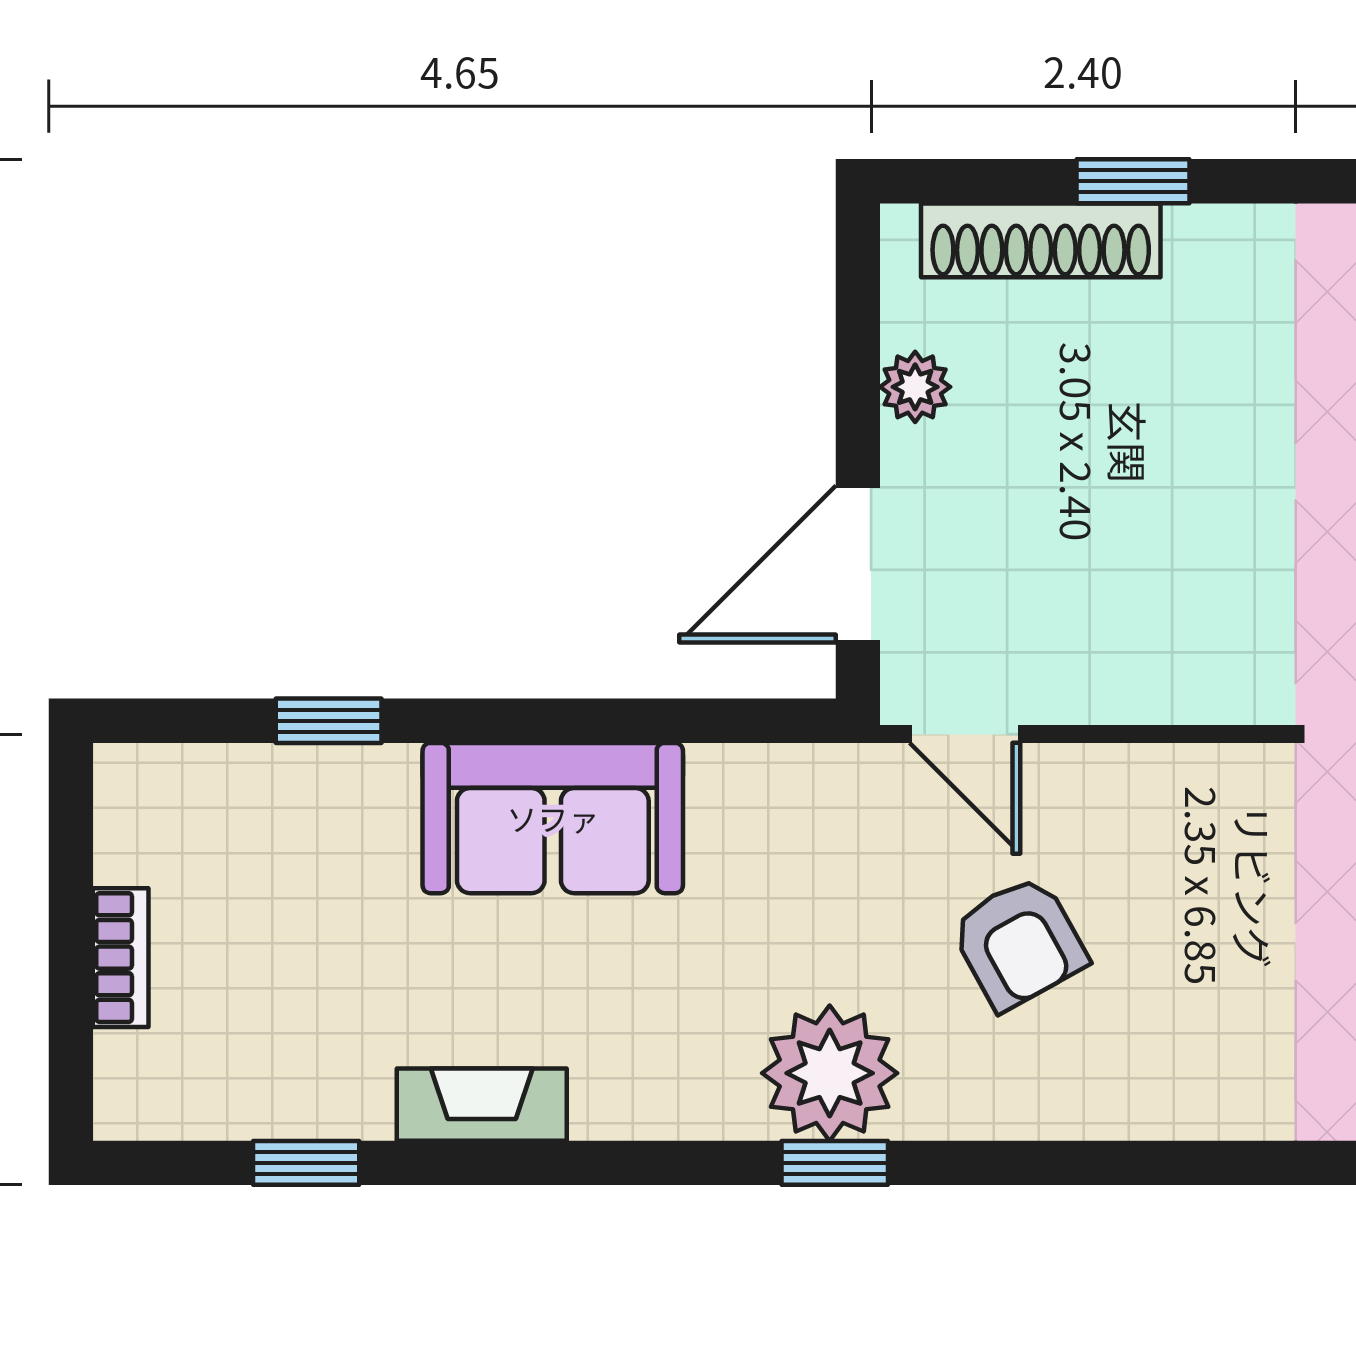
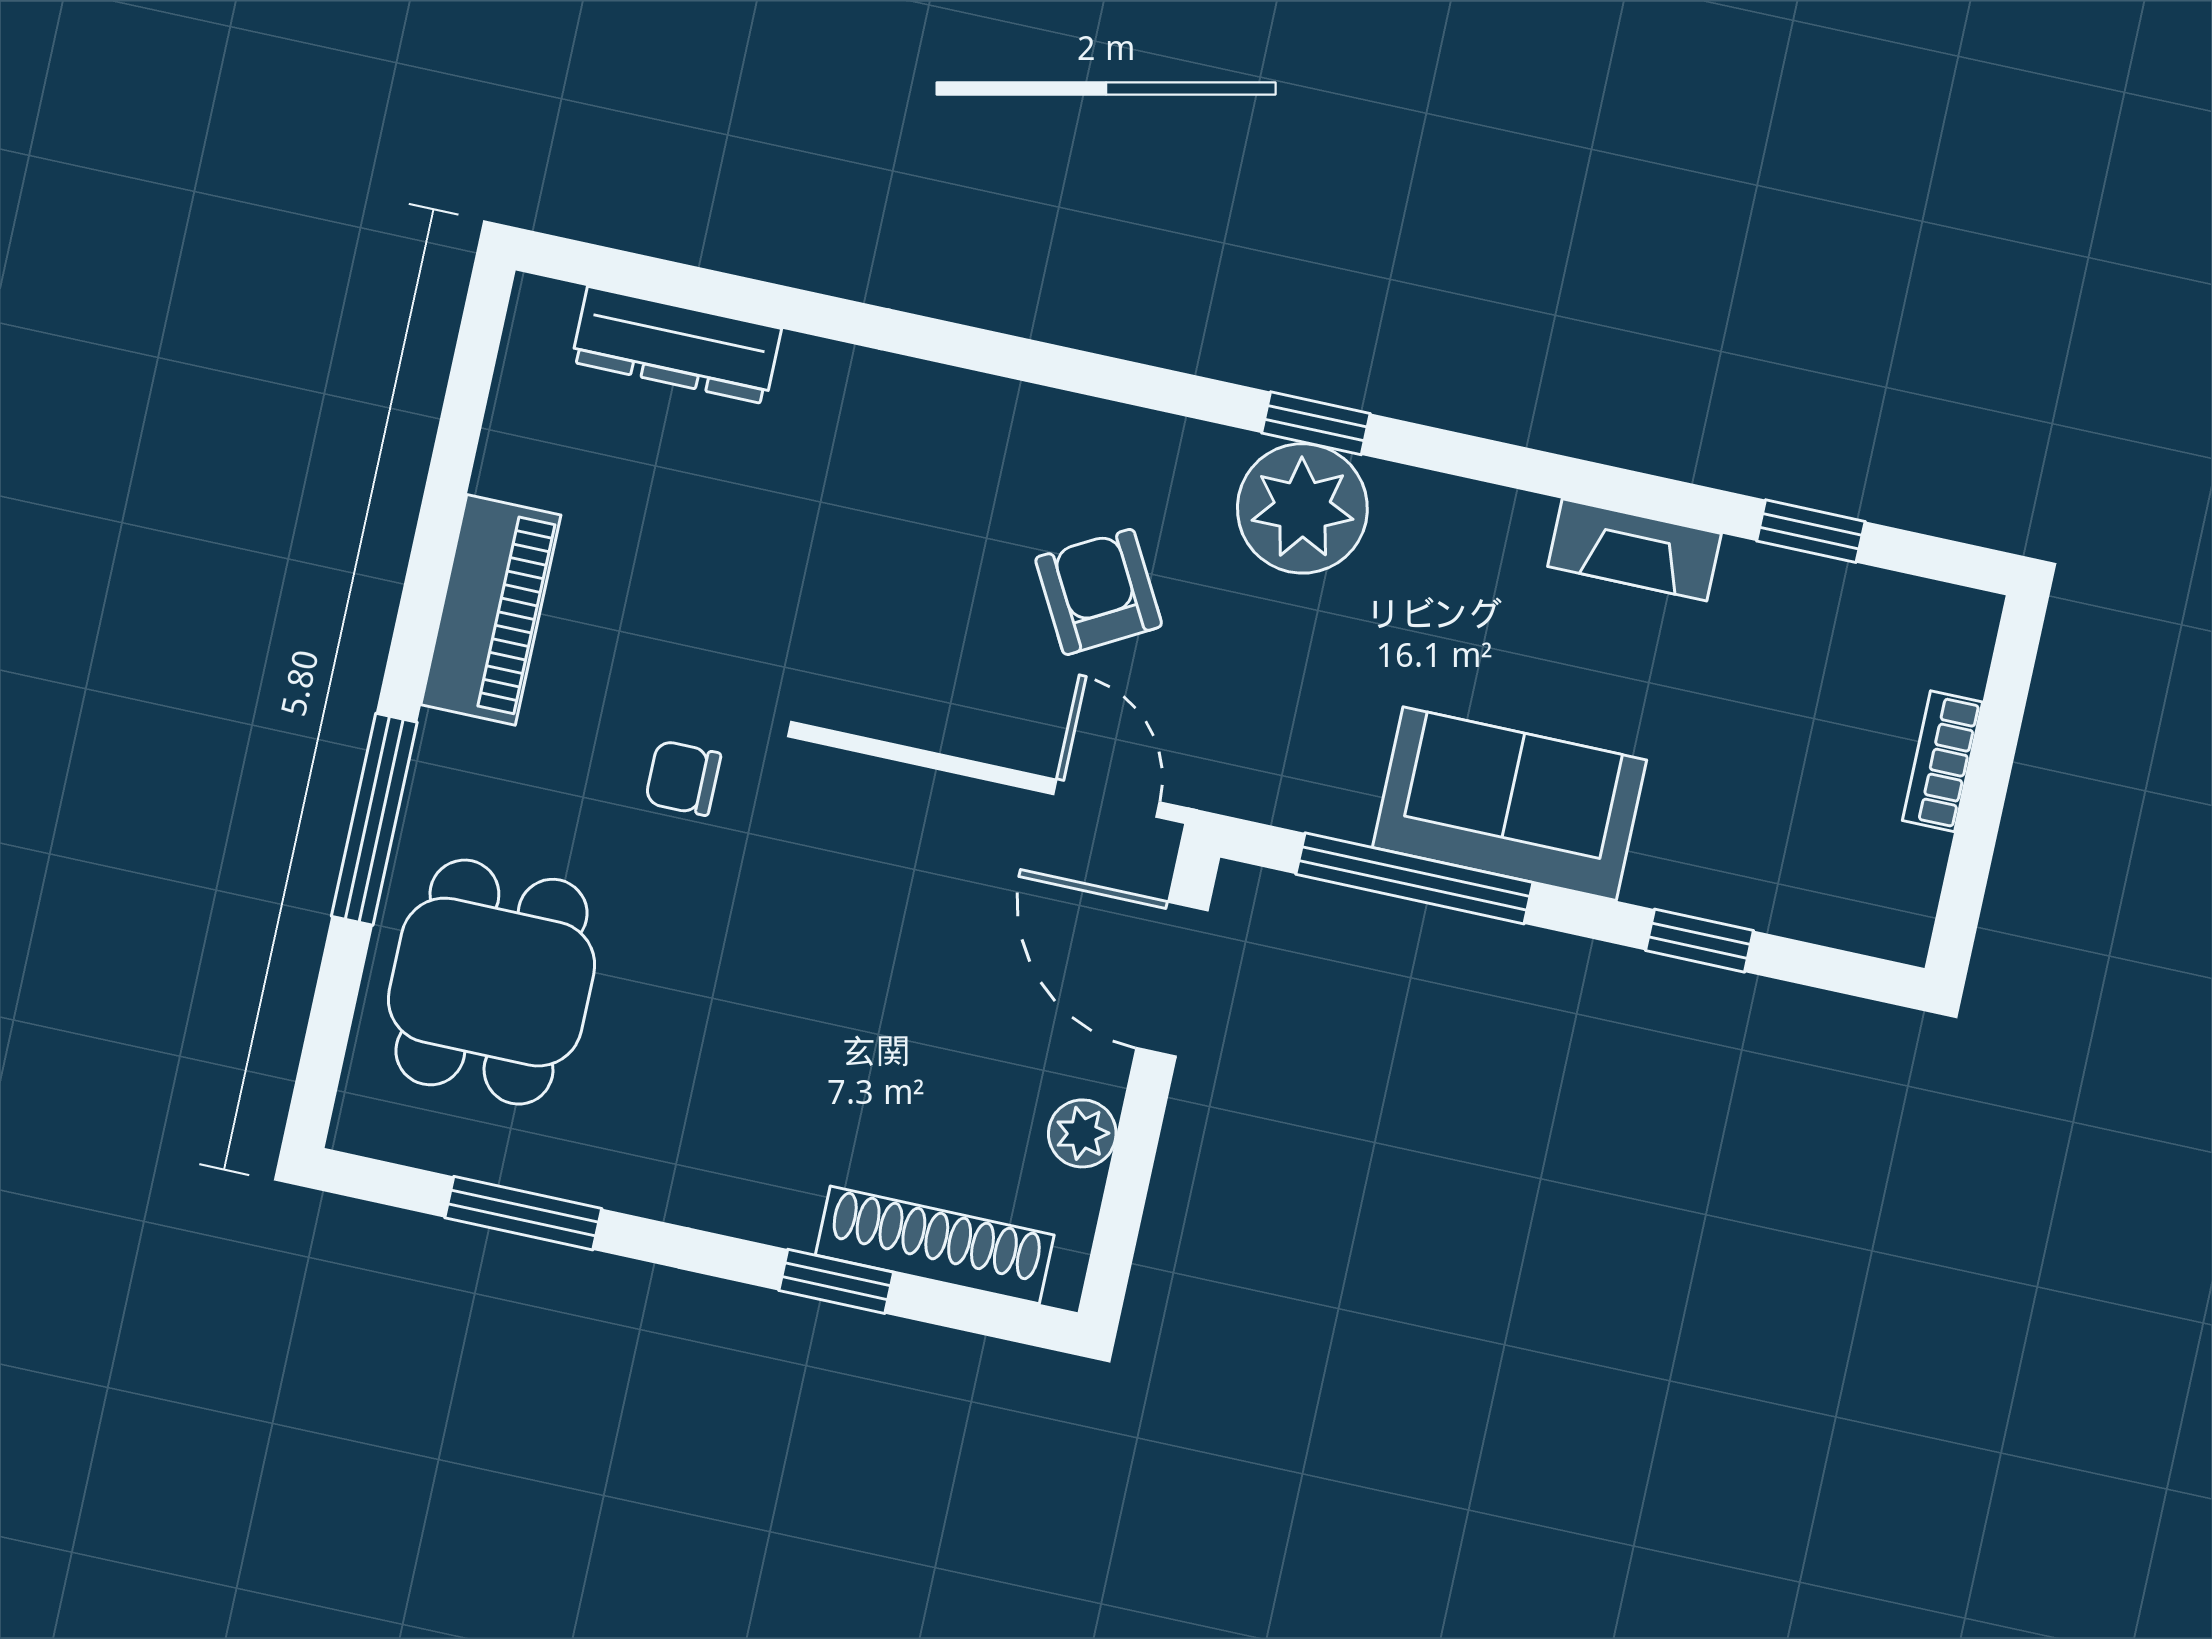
door: (858, 564) -> (1172, 979), swing flipped
window: (633, 721) -> (1414, 878), added

